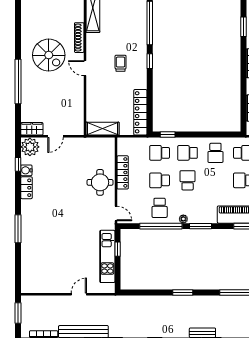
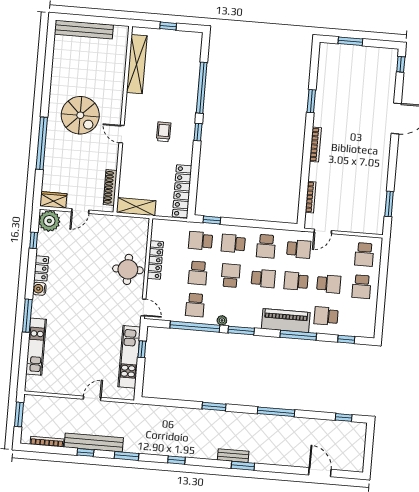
shoe rack: (79, 38) -> (110, 187), moved
water cooler: (26, 170) -> (39, 289), moved
school desk: (160, 180) -> (198, 273), turned -90
school desk: (215, 180) -> (263, 278), added
kitchen unit: (28, 254) -> (36, 347), added

